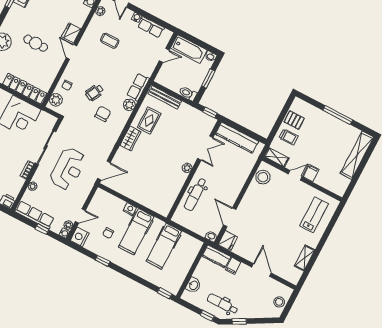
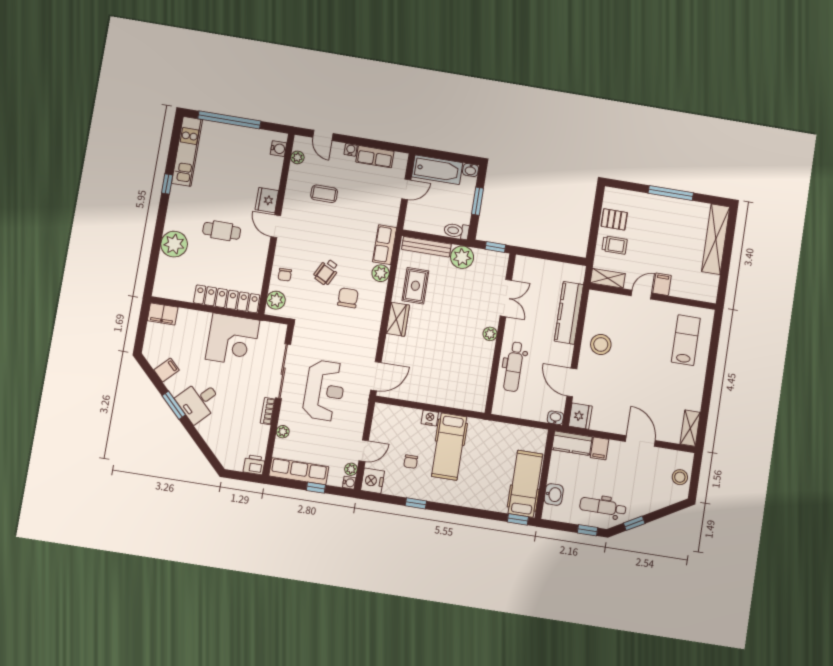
plant: (186, 112) -> (462, 257), added
kitchen counter: (237, 138) -> (569, 313), moved, turned 90
stool: (263, 177) -> (601, 344), moved
hospital bed: (164, 246) -> (525, 484), moved, turned 180
shelving: (305, 258) -> (690, 428), moved

